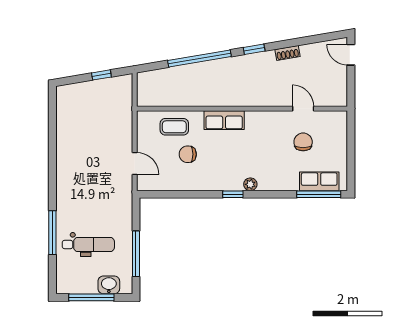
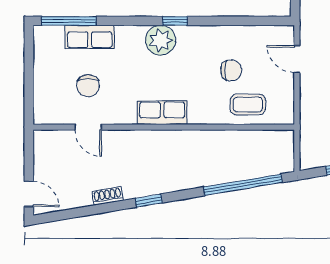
window: (199, 58) -> (243, 185), moved
row of seats: (224, 120) -> (162, 113), moved
row of seats: (319, 181) -> (90, 37), moved
plant: (250, 184) -> (161, 40), width x1.88, depth x1.88

